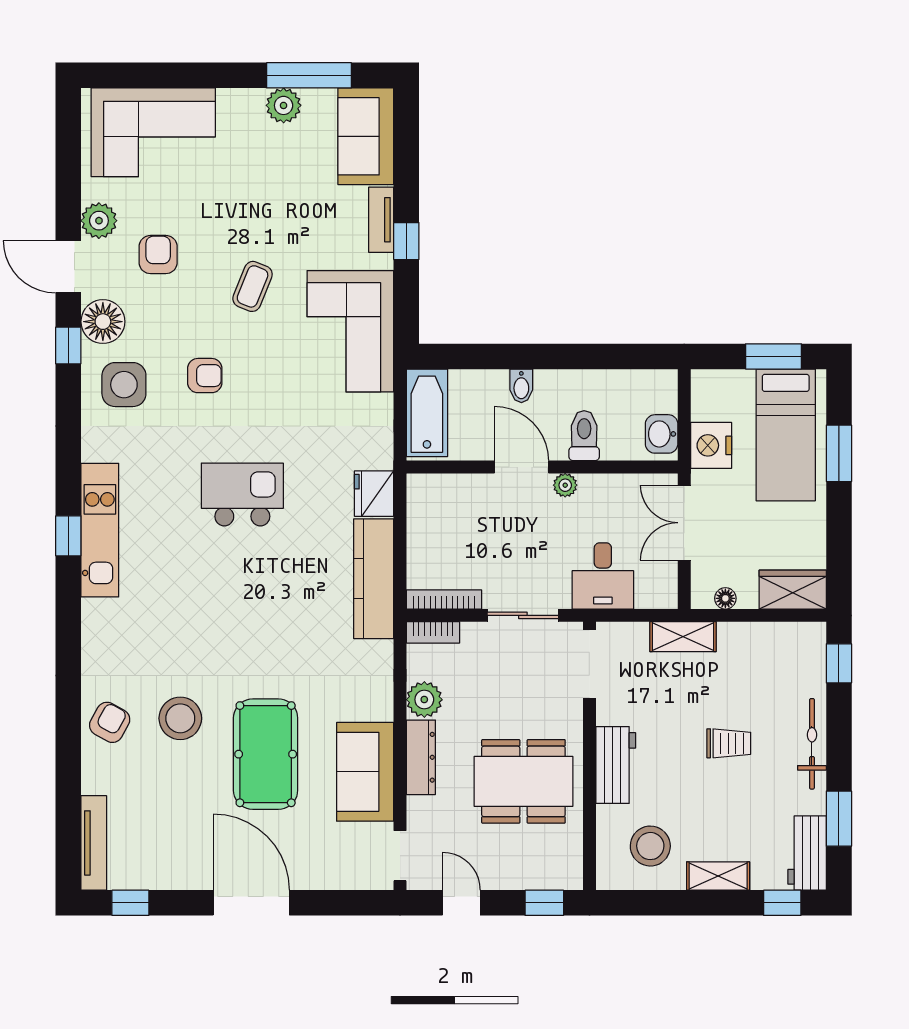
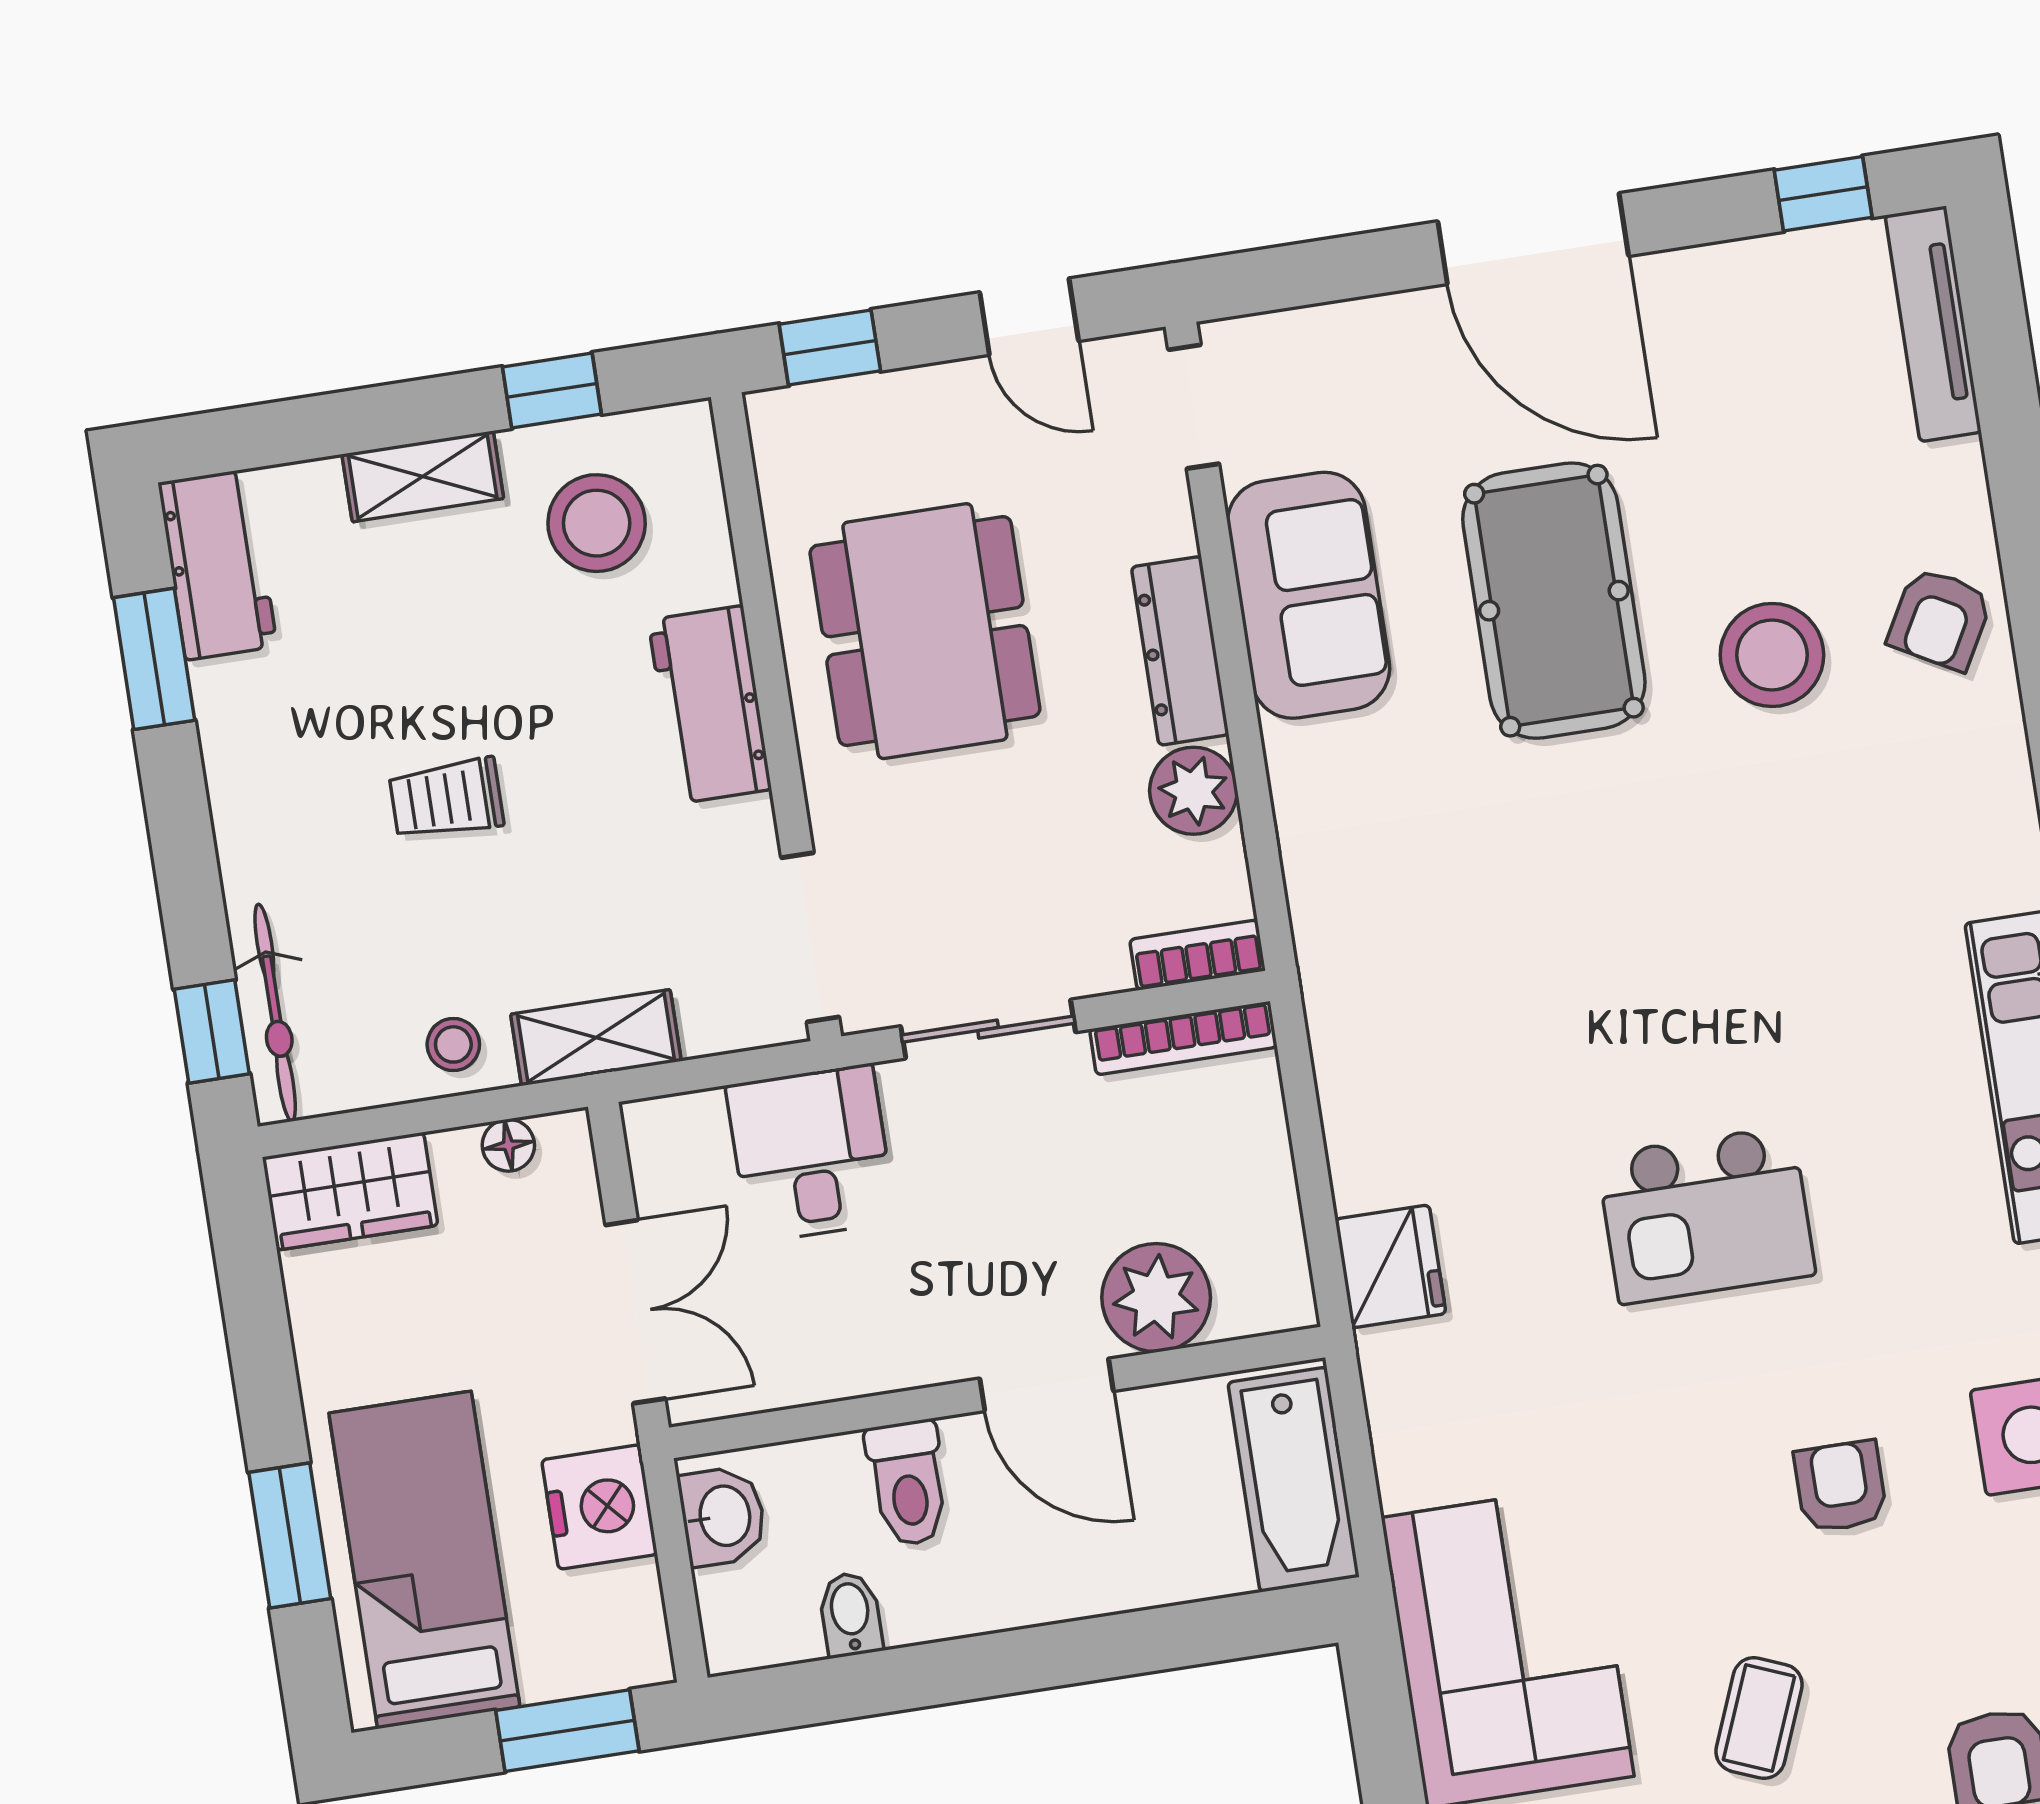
window: (774, 356) -> (567, 1731), moved
armchair: (205, 376) -> (1840, 1486), turned 90
bidet: (521, 386) -> (850, 1614), moved
plant: (565, 485) -> (1156, 1298), moved, width x1.88, depth x1.88
kitchen counter: (374, 579) -> (1360, 1062), removed
stool: (741, 643) -> (453, 1044), added
bicycle: (812, 744) -> (275, 1013), moved
dining table: (523, 781) -> (925, 631), turned 90
window: (782, 903) -> (552, 391), moved

